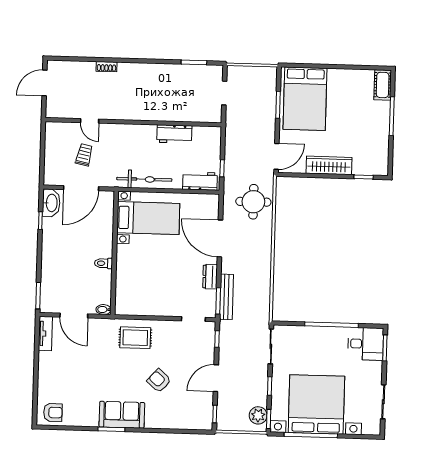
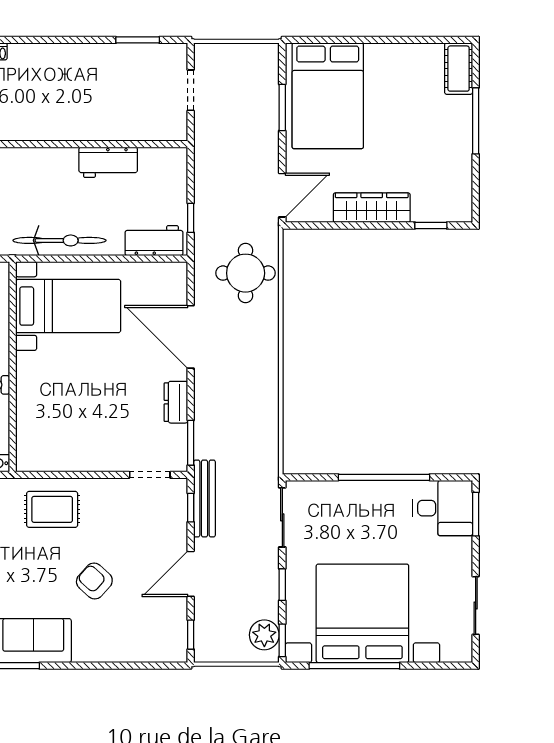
bench: (226, 297) -> (204, 498), moved

